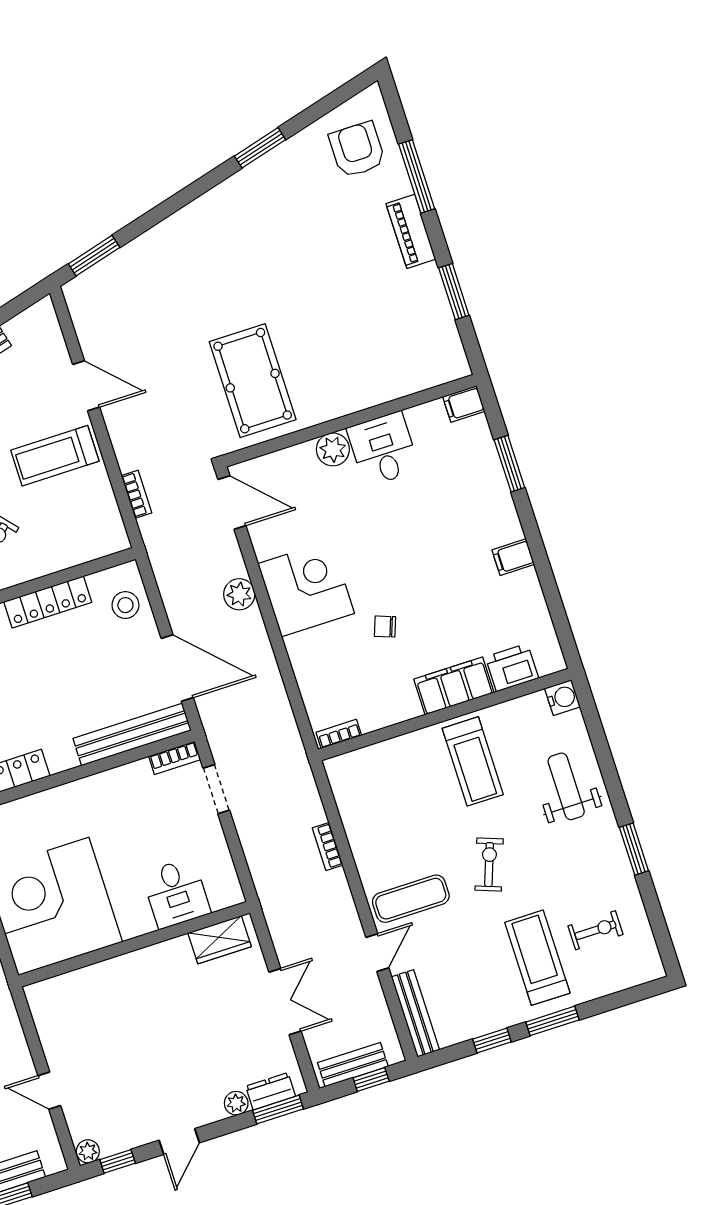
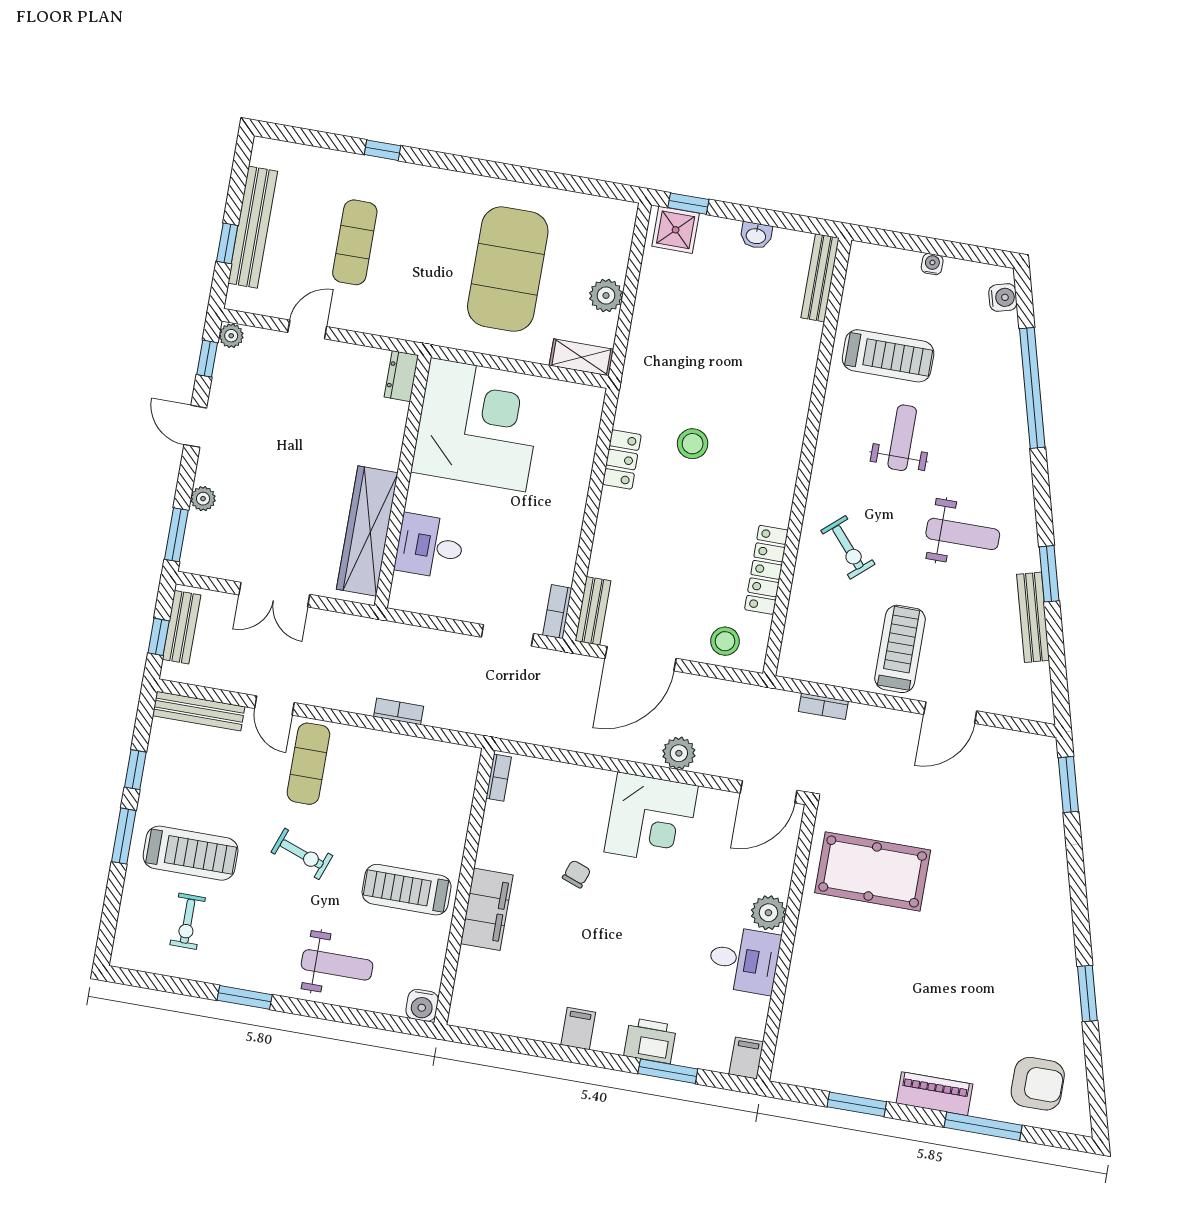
printer: (512, 668) -> (650, 1041), moved, turned -90
bench: (132, 734) -> (593, 611), width x0.54, depth x0.82
wardrobe: (220, 940) -> (367, 531), width x2.10, depth x1.17
dresser: (271, 1091) -> (401, 376), moved, turned 180

